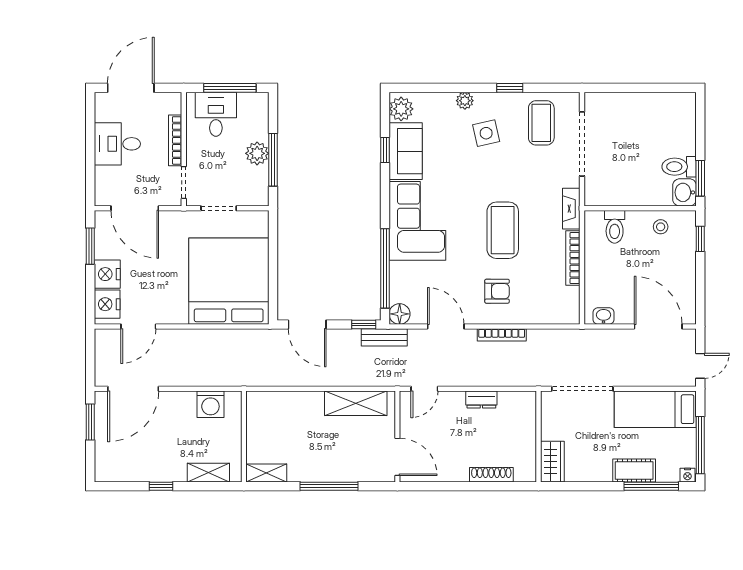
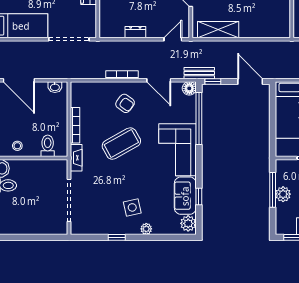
coffee table: (541, 123) -> (96, 214), removed
coffee table: (503, 230) -> (121, 144), turned 61
armchair: (497, 291) -> (125, 103), turned -144

